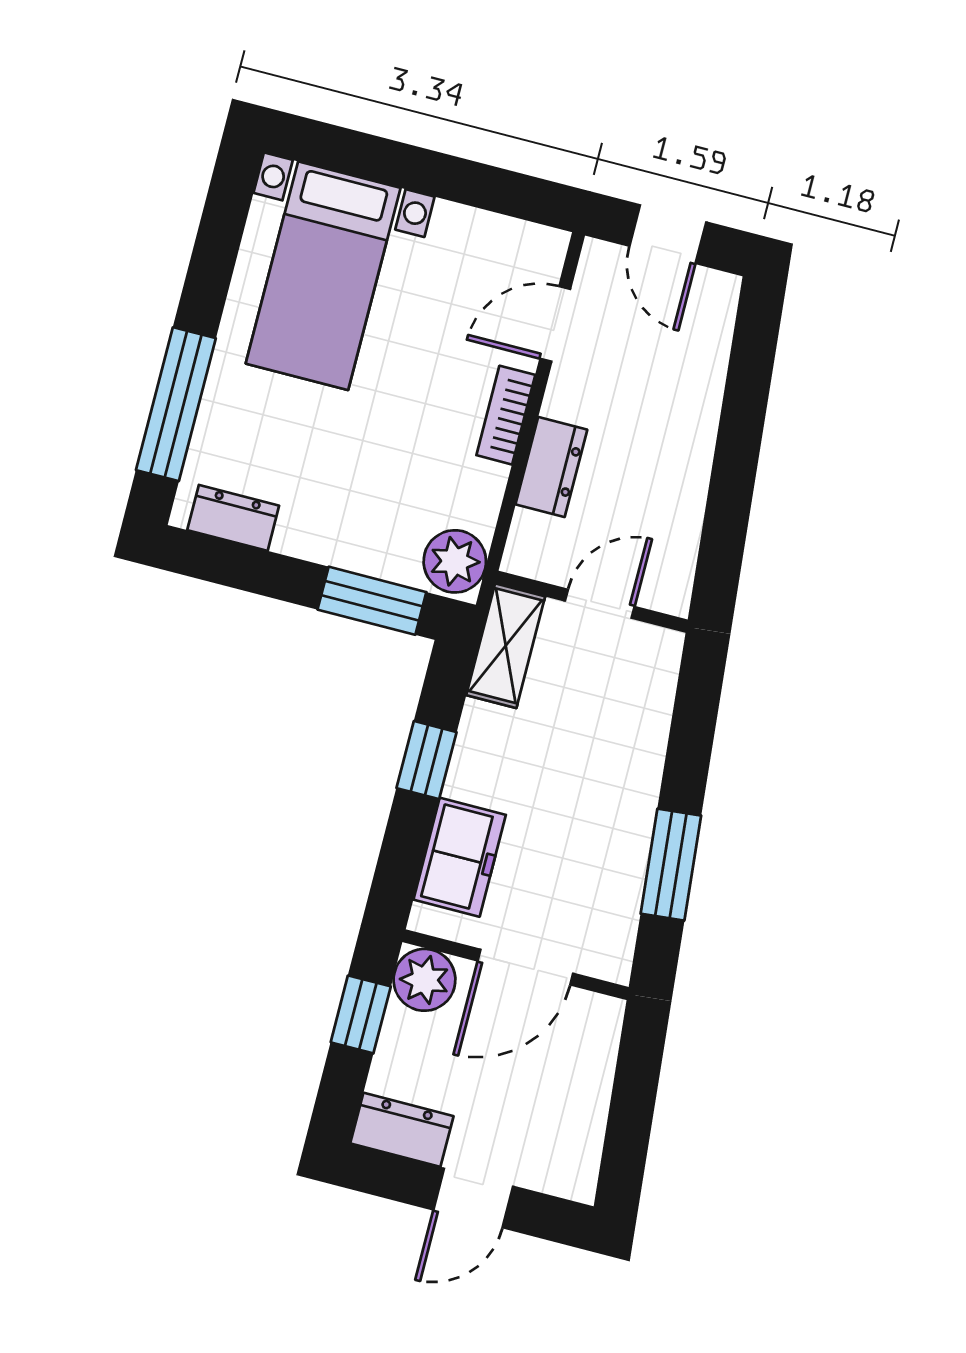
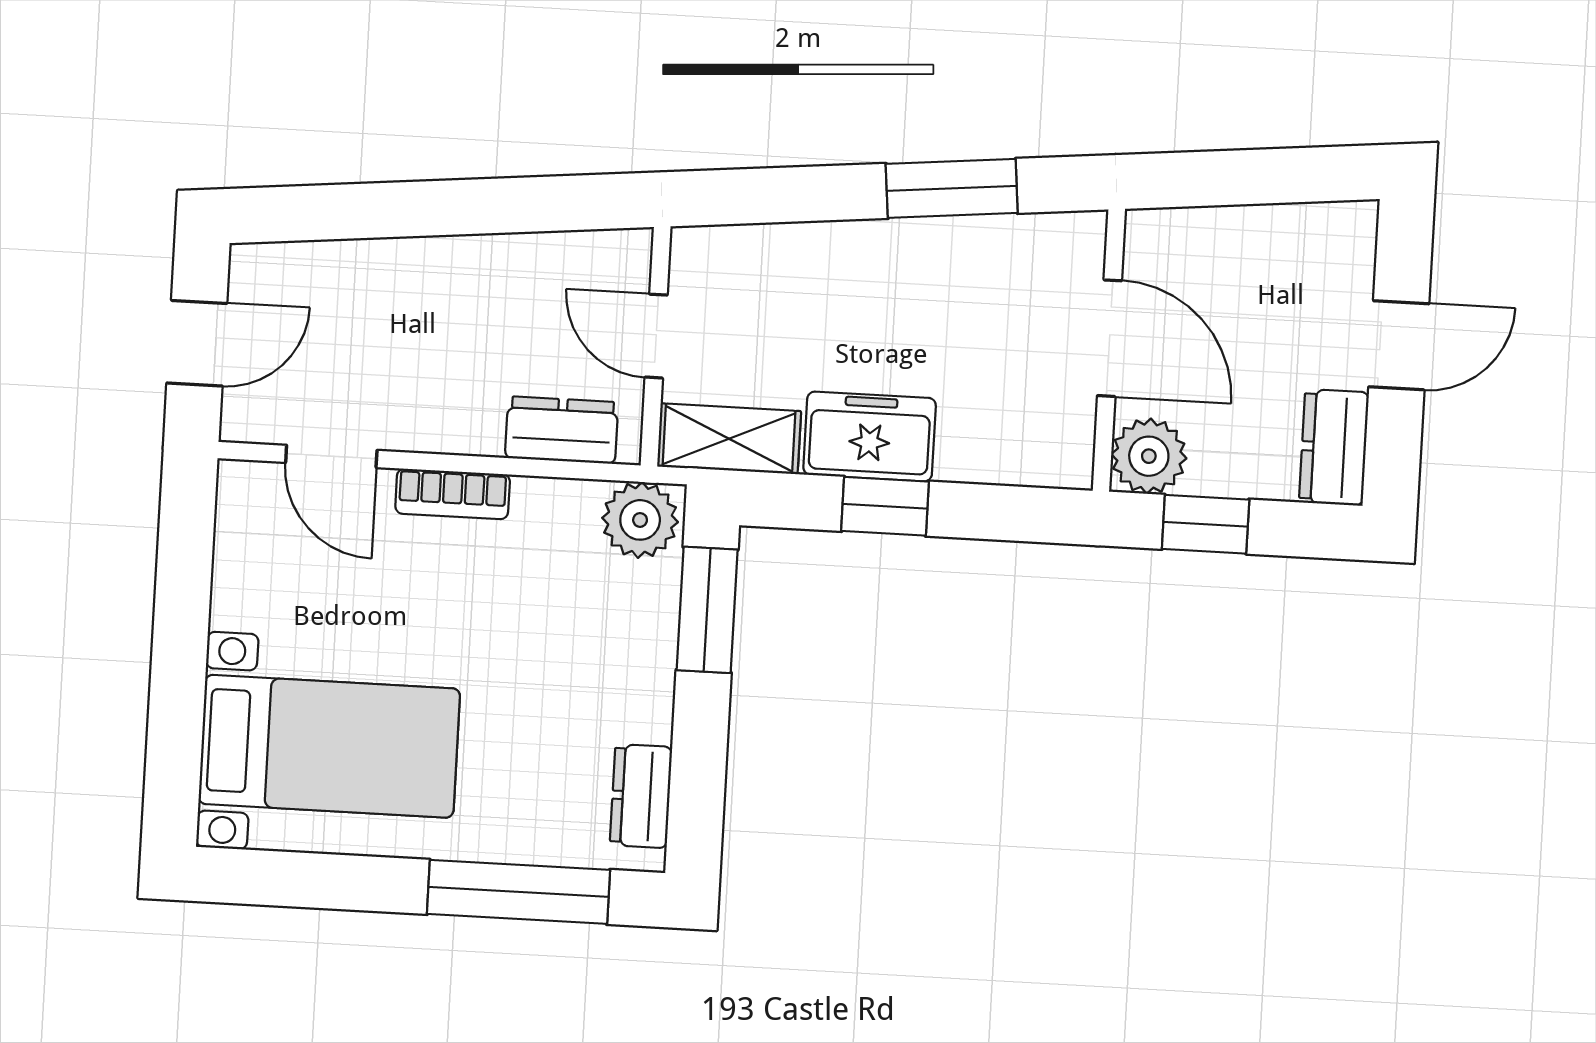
dresser: (551, 467) -> (562, 430), moved
freezer: (460, 857) -> (870, 436), moved
door: (473, 1198) -> (1399, 345), hinge flipped

